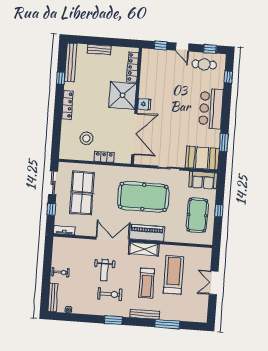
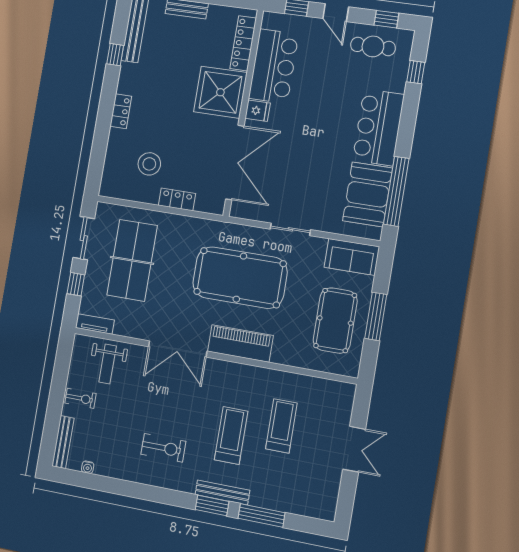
bar counter: (151, 79) -> (274, 66), added
locker: (67, 105) -> (121, 111), width x0.66
window: (224, 142) -> (396, 191), width x2.11
booth: (202, 158) -> (368, 194), moved, turned 90
window: (219, 211) -> (376, 316), width x2.17
double door: (113, 239) -> (178, 349), swing flipped
shelving: (144, 249) -> (232, 373), removed
weight bench: (104, 270) -> (108, 364), moved
treadmill: (173, 275) -> (281, 426), width x0.73, depth x0.73
treadmill: (147, 283) -> (231, 435), turned 180
double door: (214, 283) -> (354, 449), swing flipped
window: (113, 320) -> (212, 506), moved

